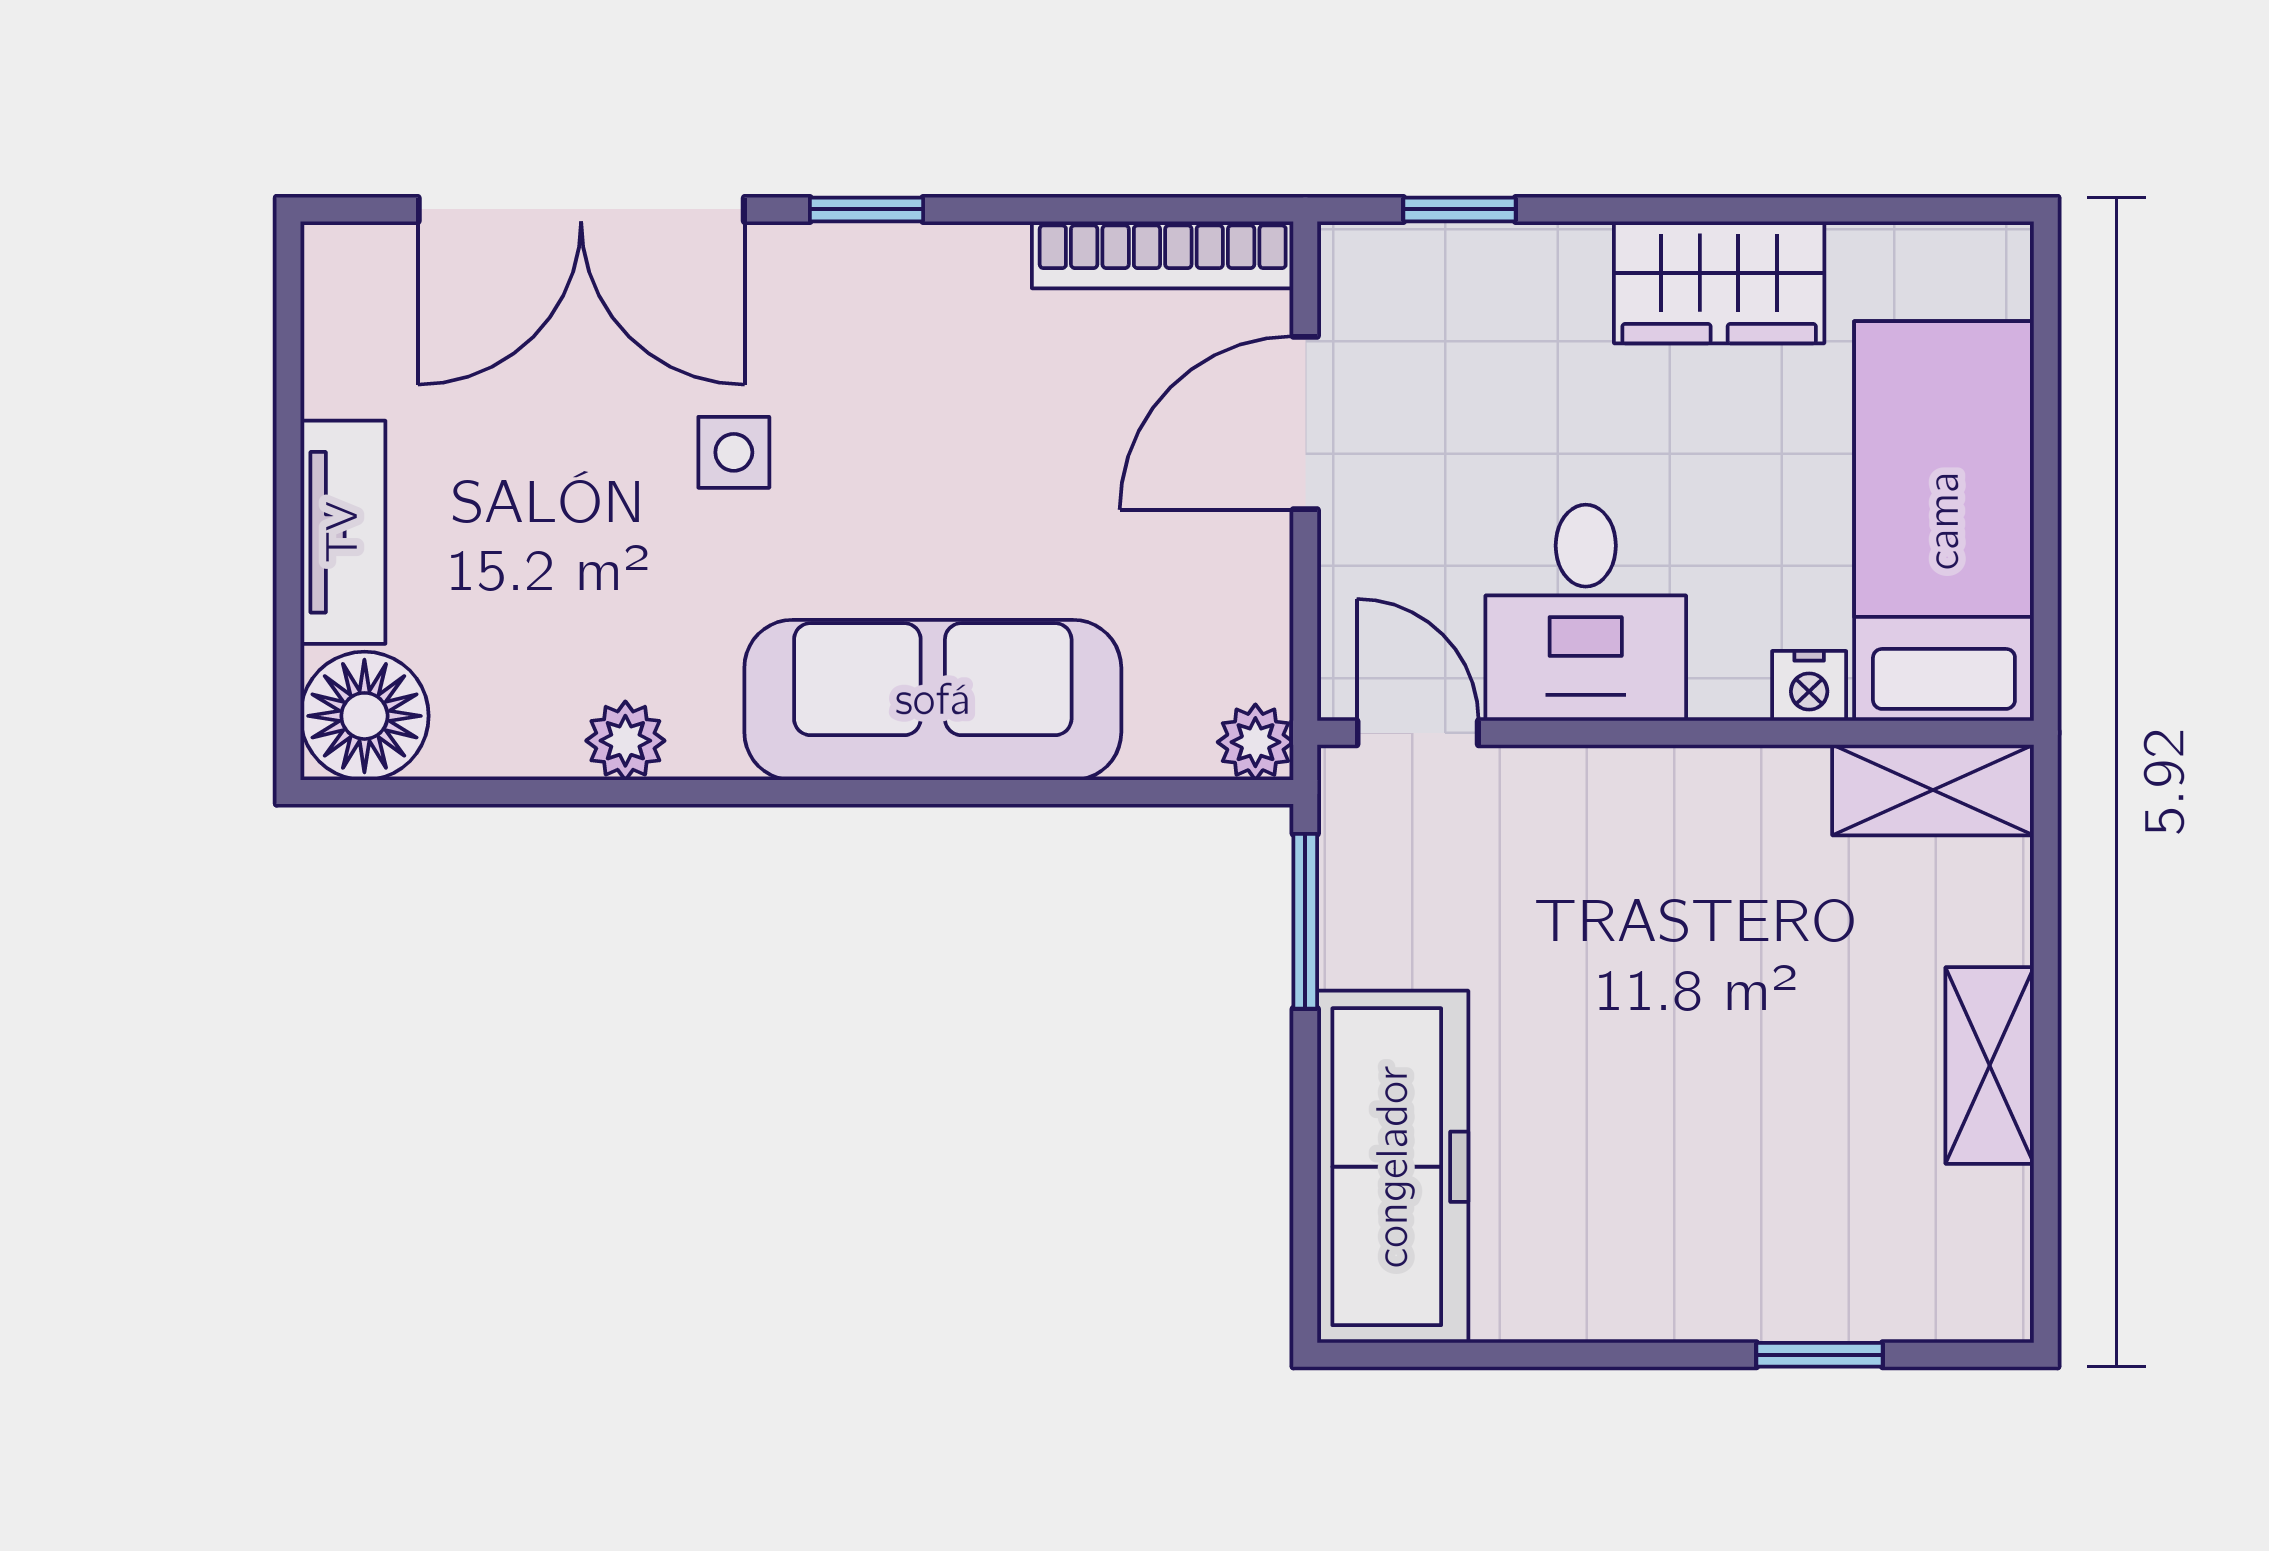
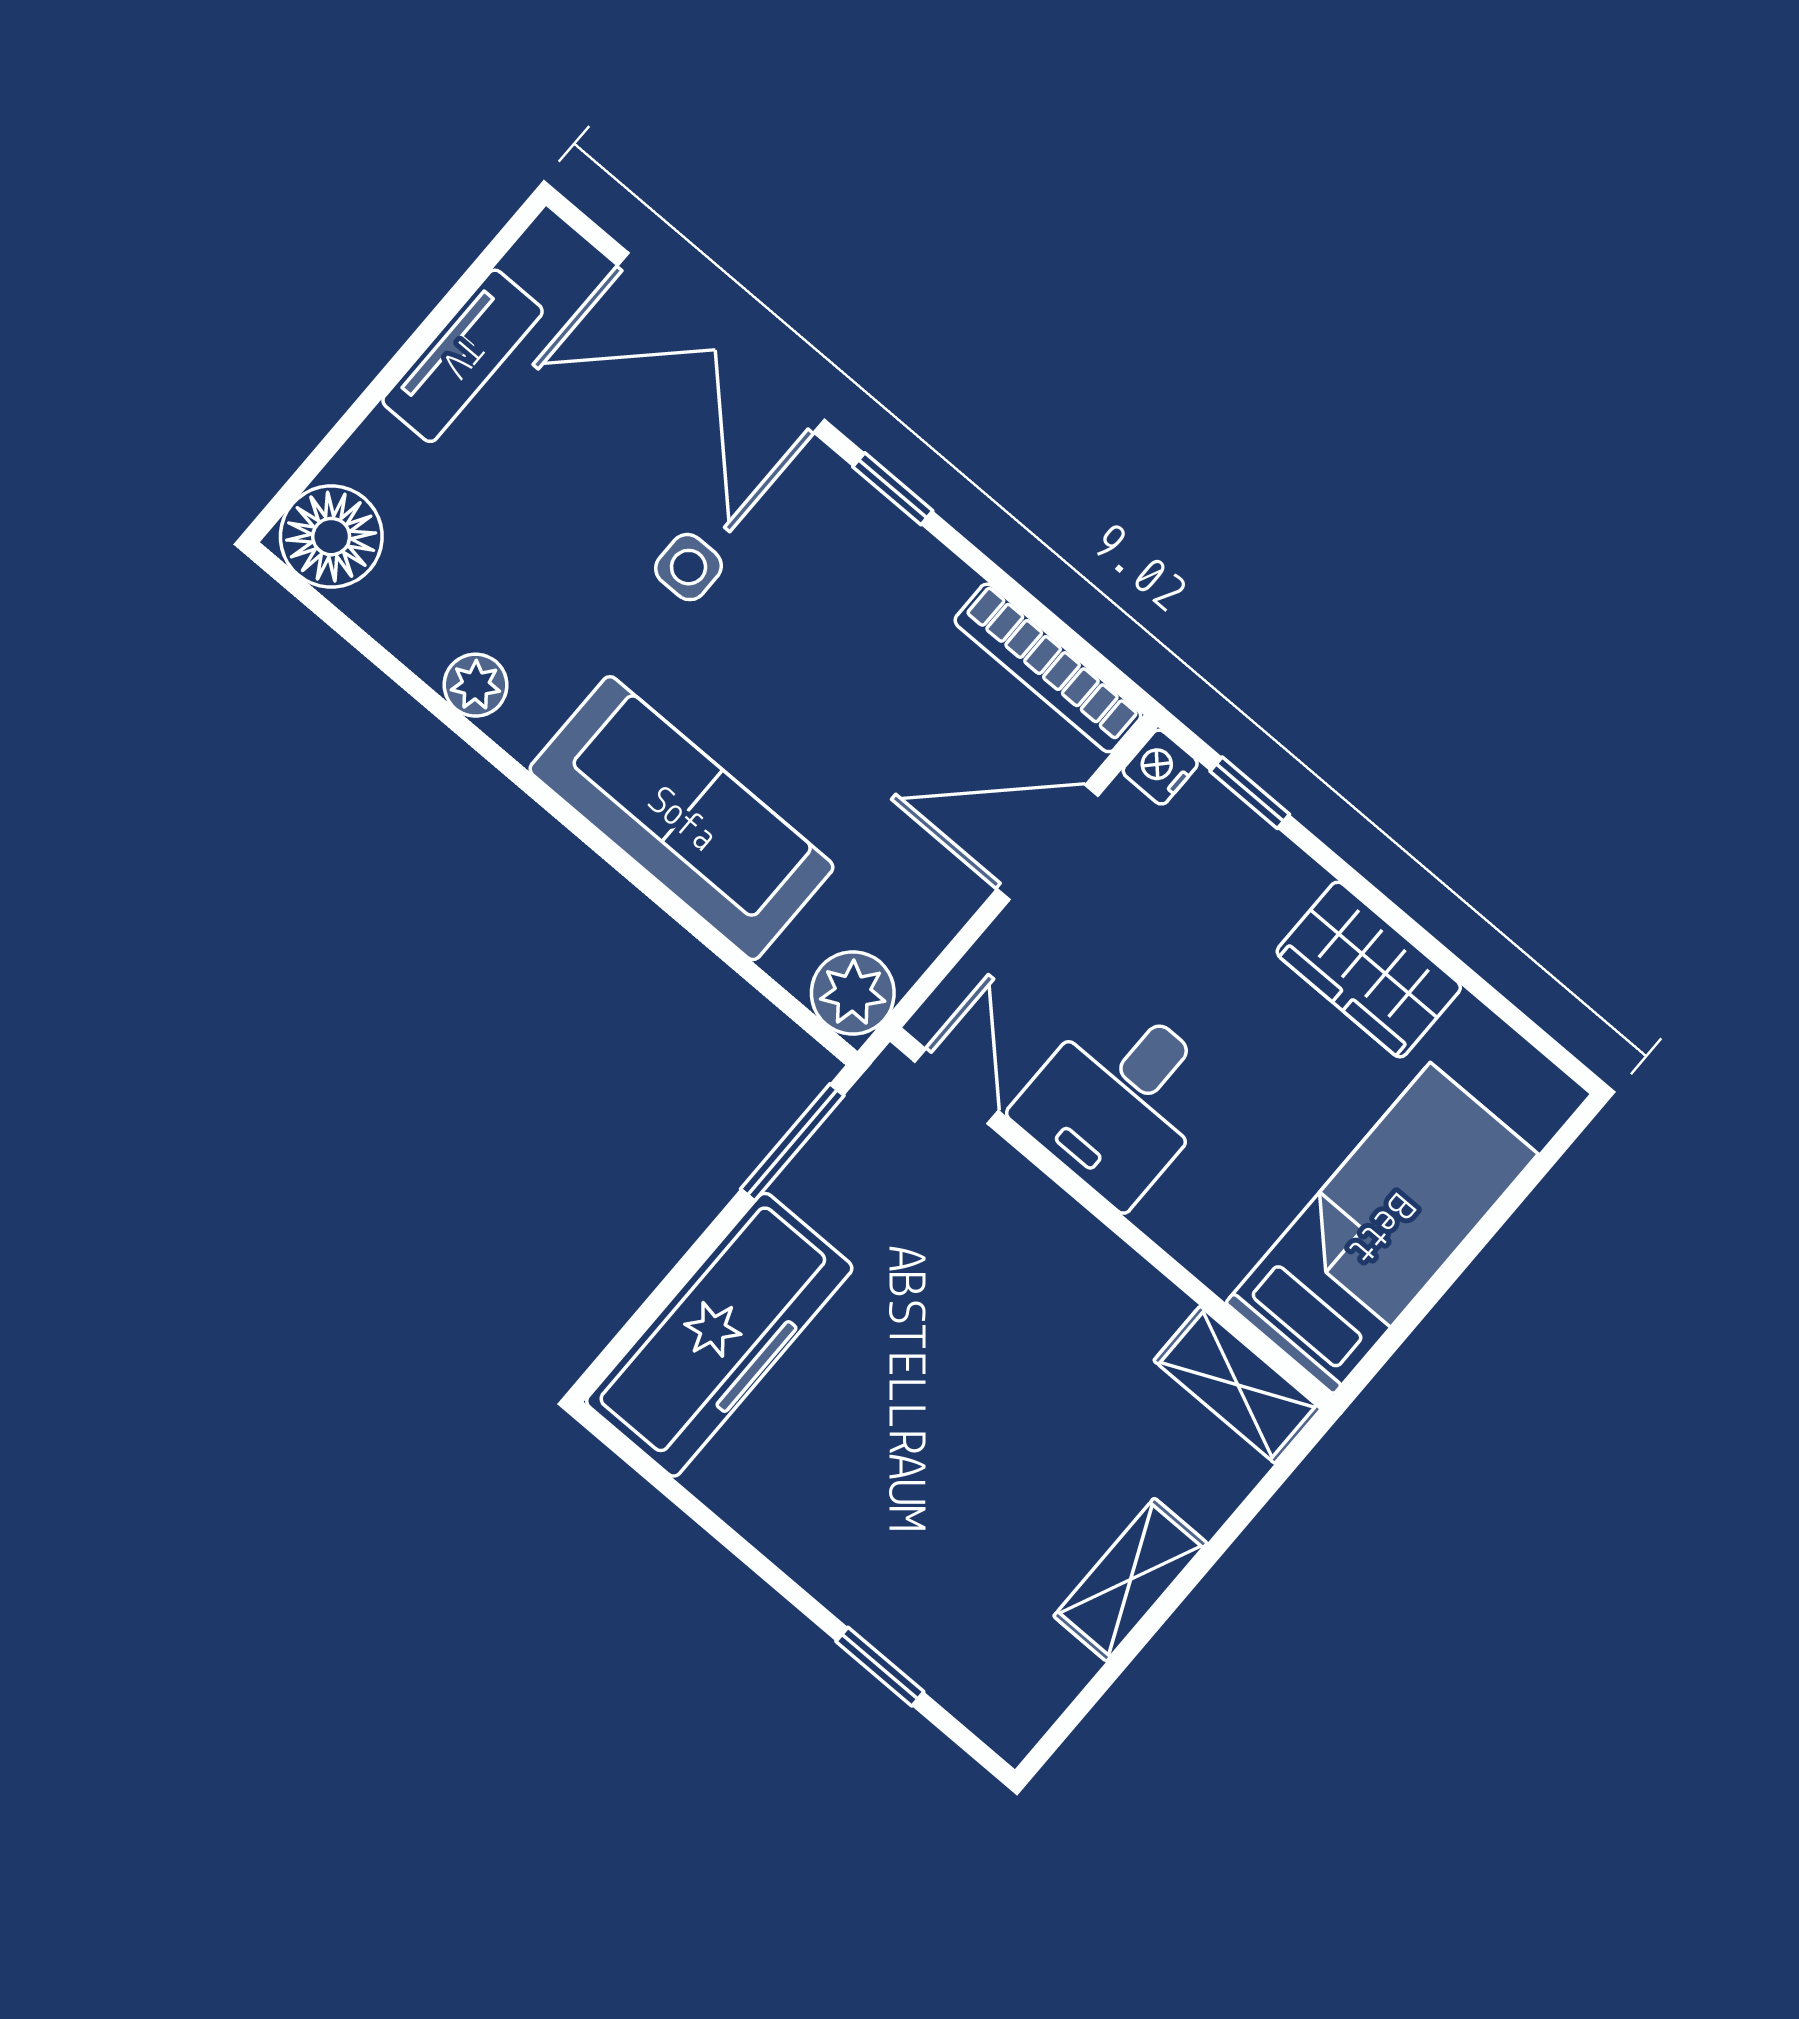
tv unit: (343, 532) -> (463, 356), moved
nightstand: (1809, 686) -> (1160, 767), moved, turned 90
plant: (1255, 742) -> (853, 993), width x1.38, depth x1.38

